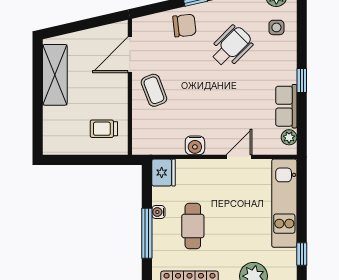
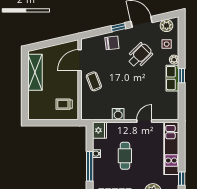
row of seats: (286, 106) -> (172, 78), moved
plant: (289, 137) -> (174, 60), moved
cafe table: (193, 226) -> (125, 156), moved

